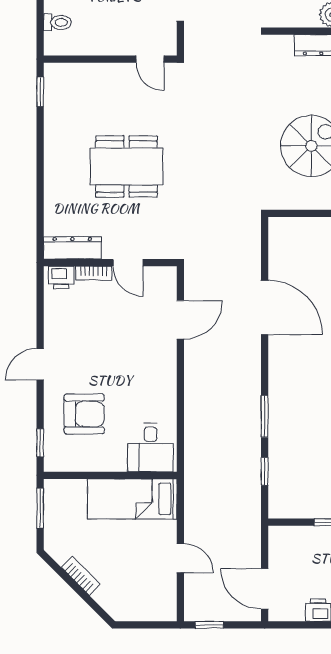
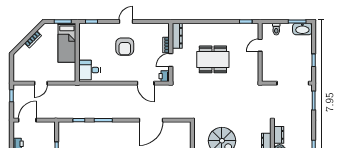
dresser: (298, 17) -> (279, 135), added
door: (150, 59) -> (260, 45), moved
dining table: (127, 166) -> (213, 59), turned 90
printer: (61, 277) -> (164, 76), moved
door: (40, 364) -> (126, 22), hinge flipped
armchair: (84, 414) -> (125, 47), moved
bed: (132, 499) -> (67, 43), moved, turned 180

